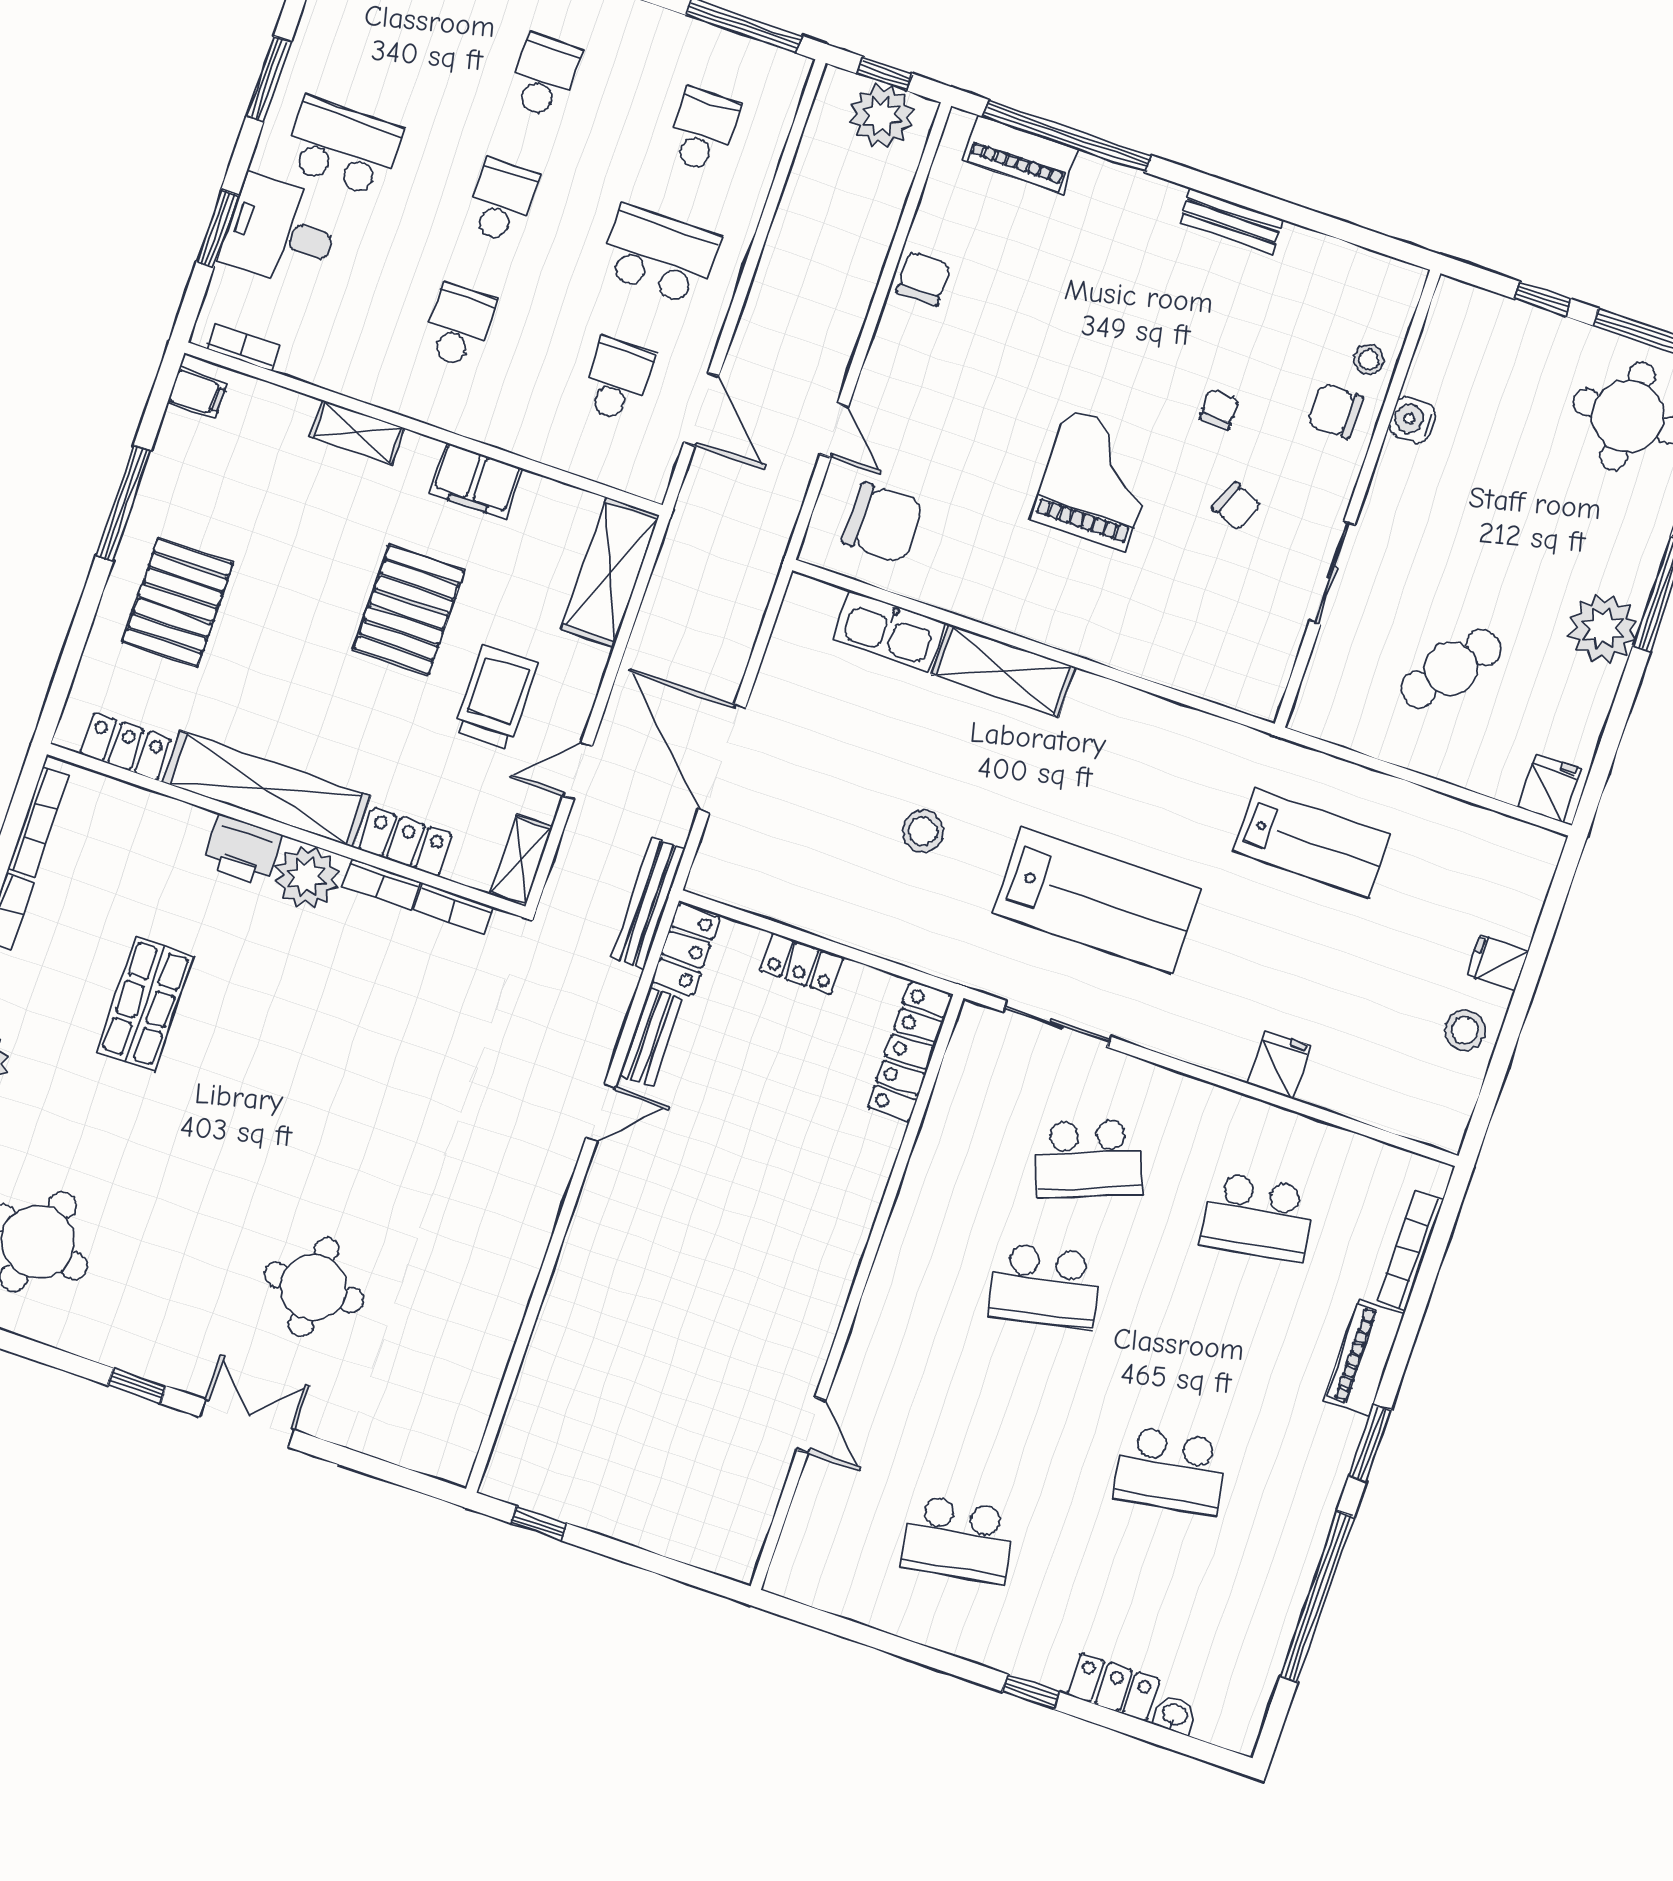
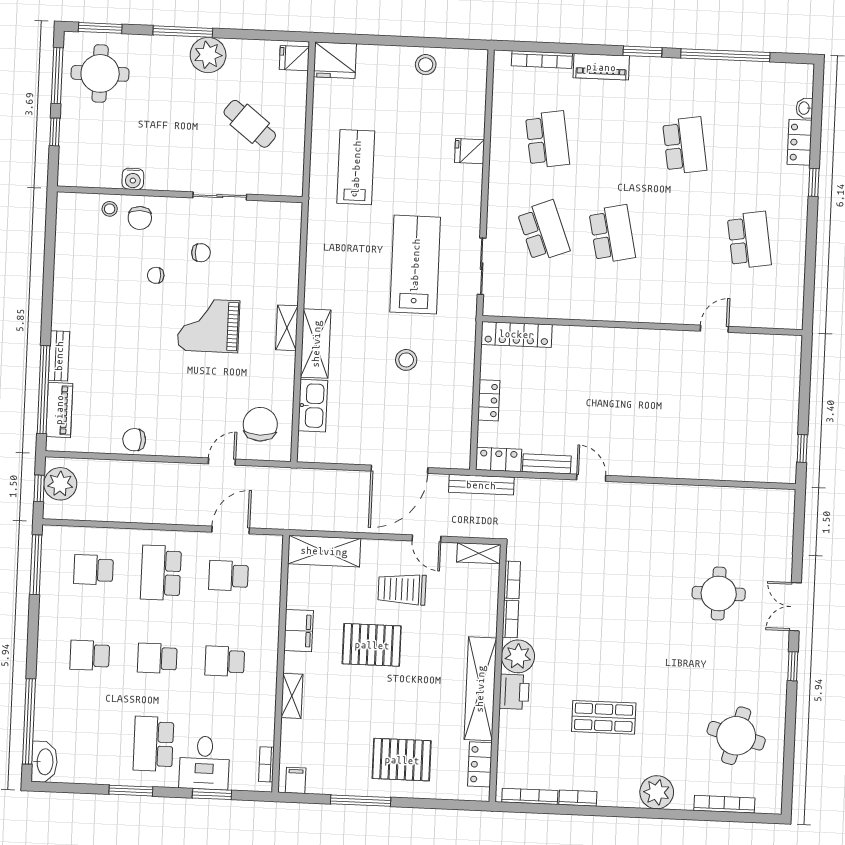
bench: (1231, 221) -> (59, 356), moved
chair: (1237, 506) -> (201, 253), turned 68
shelving: (1049, 626) -> (287, 328), added
locker: (405, 842) -> (486, 613), removed
fridge: (1498, 963) -> (335, 60), moved, width x1.88, depth x1.34

